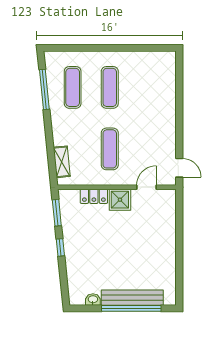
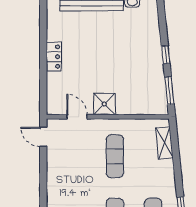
door: (147, 187) -> (77, 117), swing flipped
locker: (94, 196) -> (54, 57), moved, turned 90

